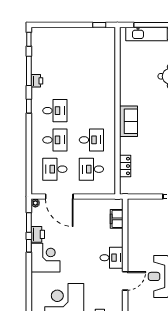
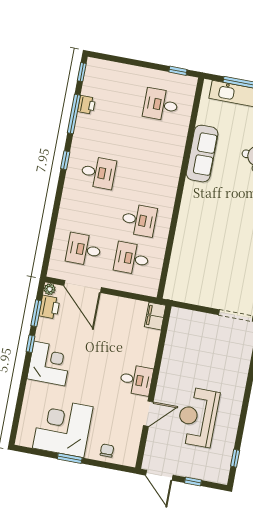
printer: (37, 81) -> (86, 105), moved
sofa: (129, 121) -> (202, 154), moved, width x1.36
desk: (55, 140) -> (161, 105), moved, turned 180
locker: (125, 166) -> (177, 263), removed
filing cabinet: (117, 219) -> (155, 316), moved
printer: (38, 234) -> (49, 307), moved

